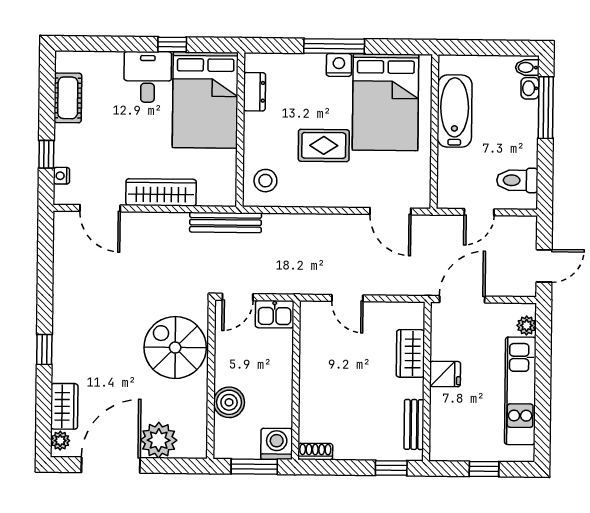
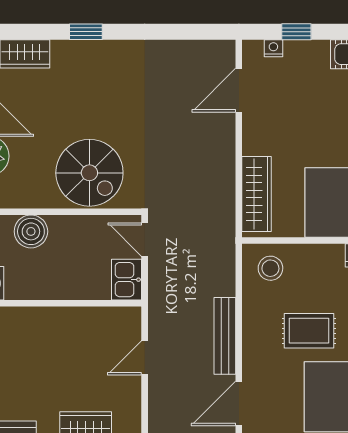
rug: (324, 145) -> (309, 331), turned 90
wardrobe: (161, 192) -> (257, 194), moved
bench: (226, 222) -> (225, 336), moved
spiral stairs: (175, 348) -> (89, 173), turned 90

